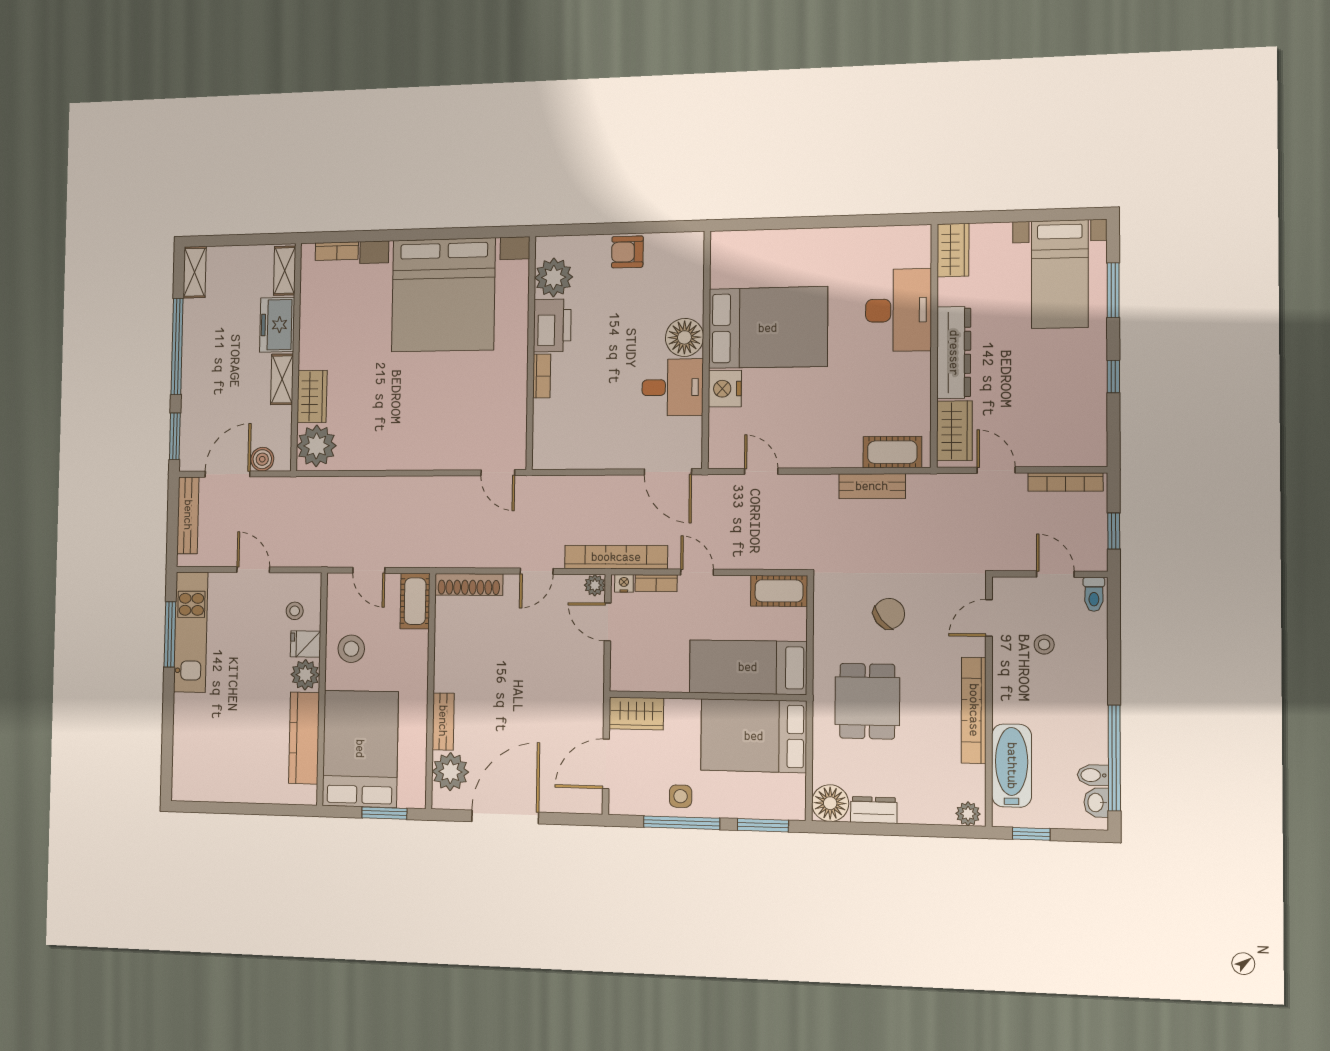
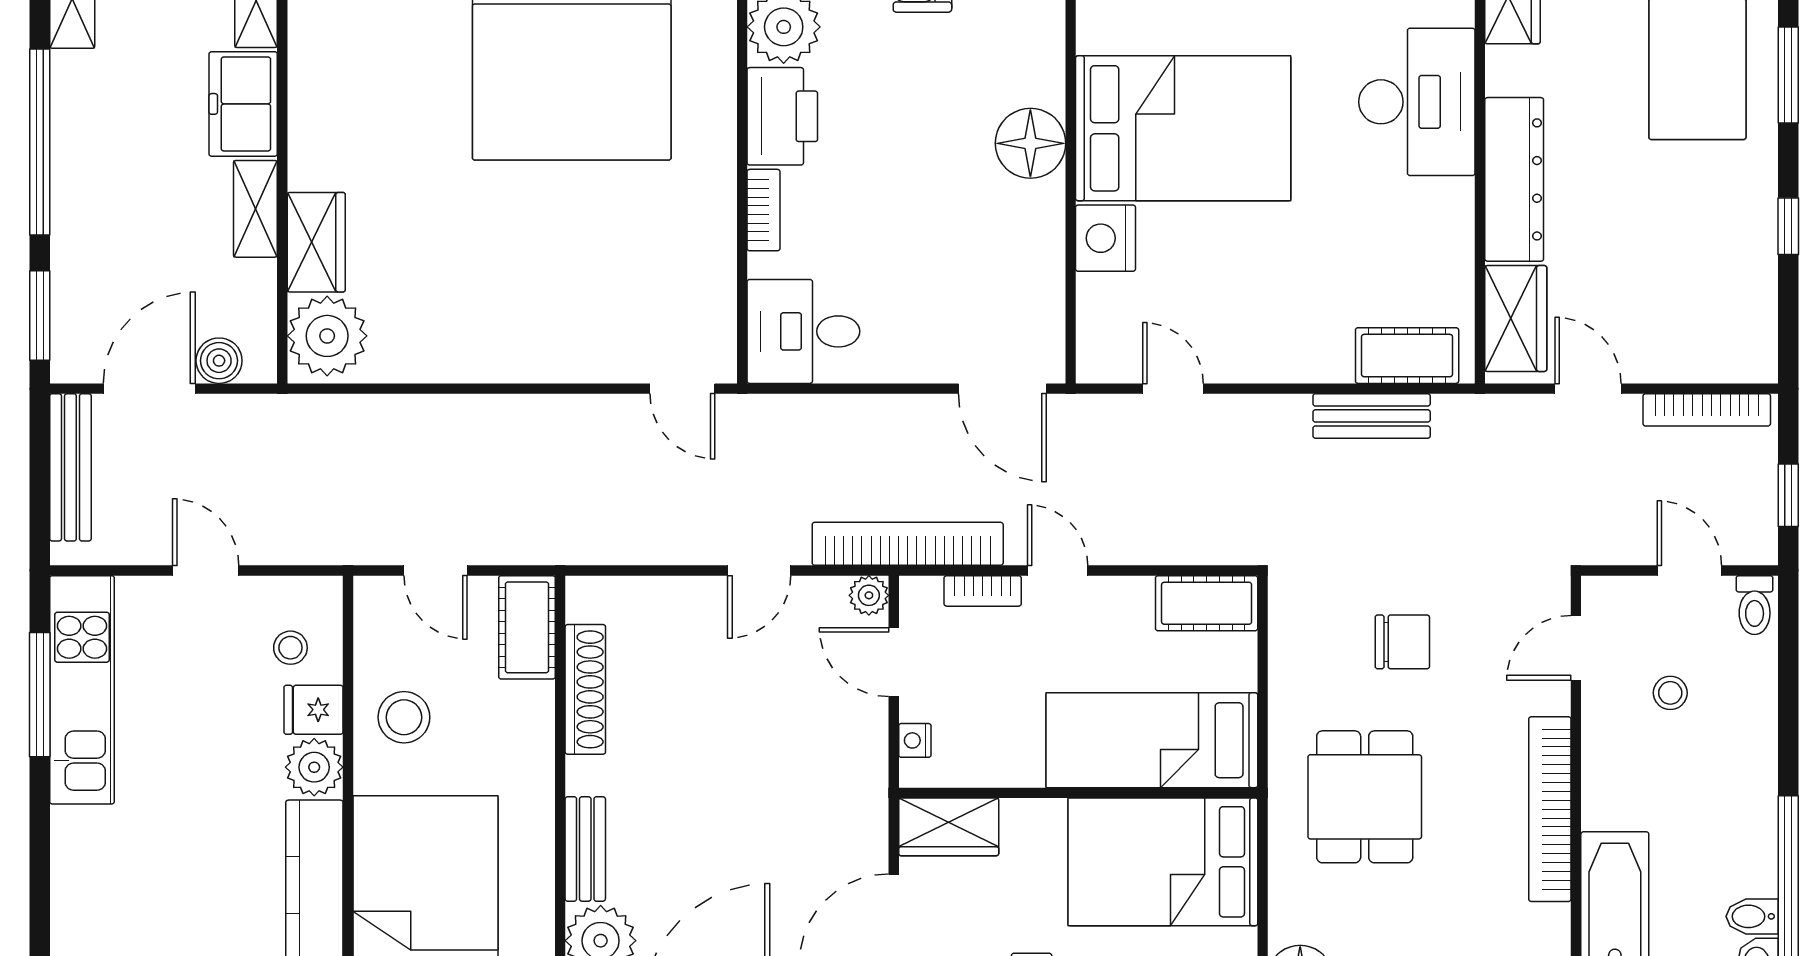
desk: (673, 387) -> (803, 331), moved, turned 180
nightstand: (624, 583) -> (915, 740), moved, turned -90
shoe rack: (469, 584) -> (585, 689), moved, turned -90
chair: (889, 614) -> (1402, 642), turned 38

